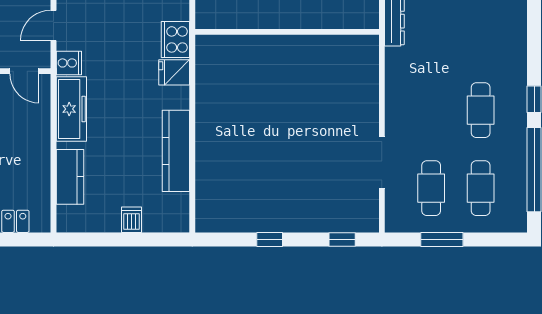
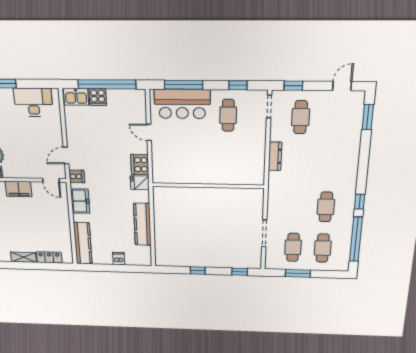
wall: (287, 32) -> (208, 186), moved
freezer: (71, 109) -> (80, 201), width x0.71
kitchen counter: (70, 177) -> (83, 243), width x1.50

